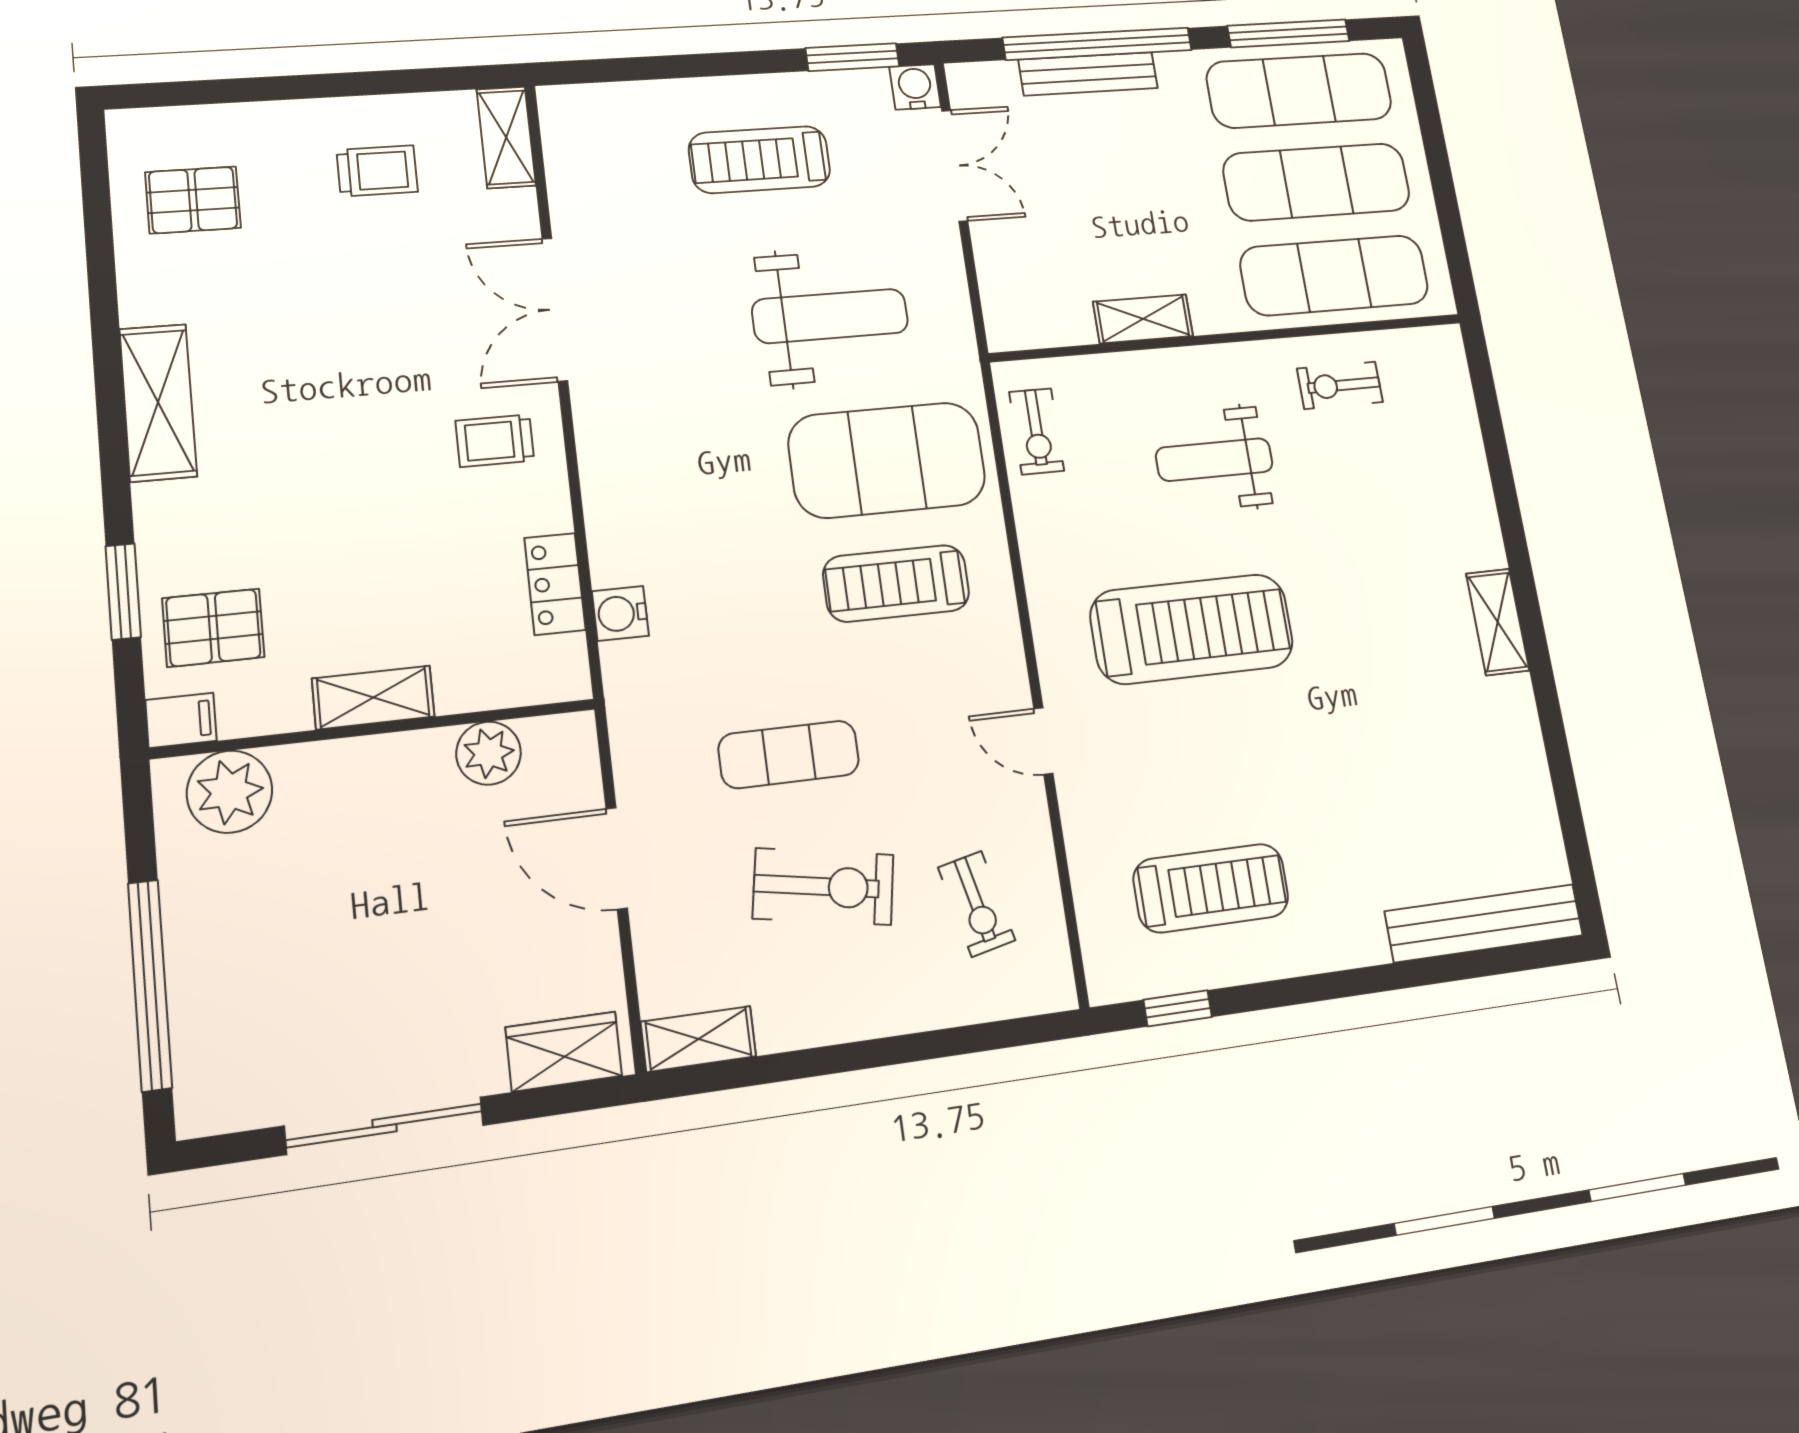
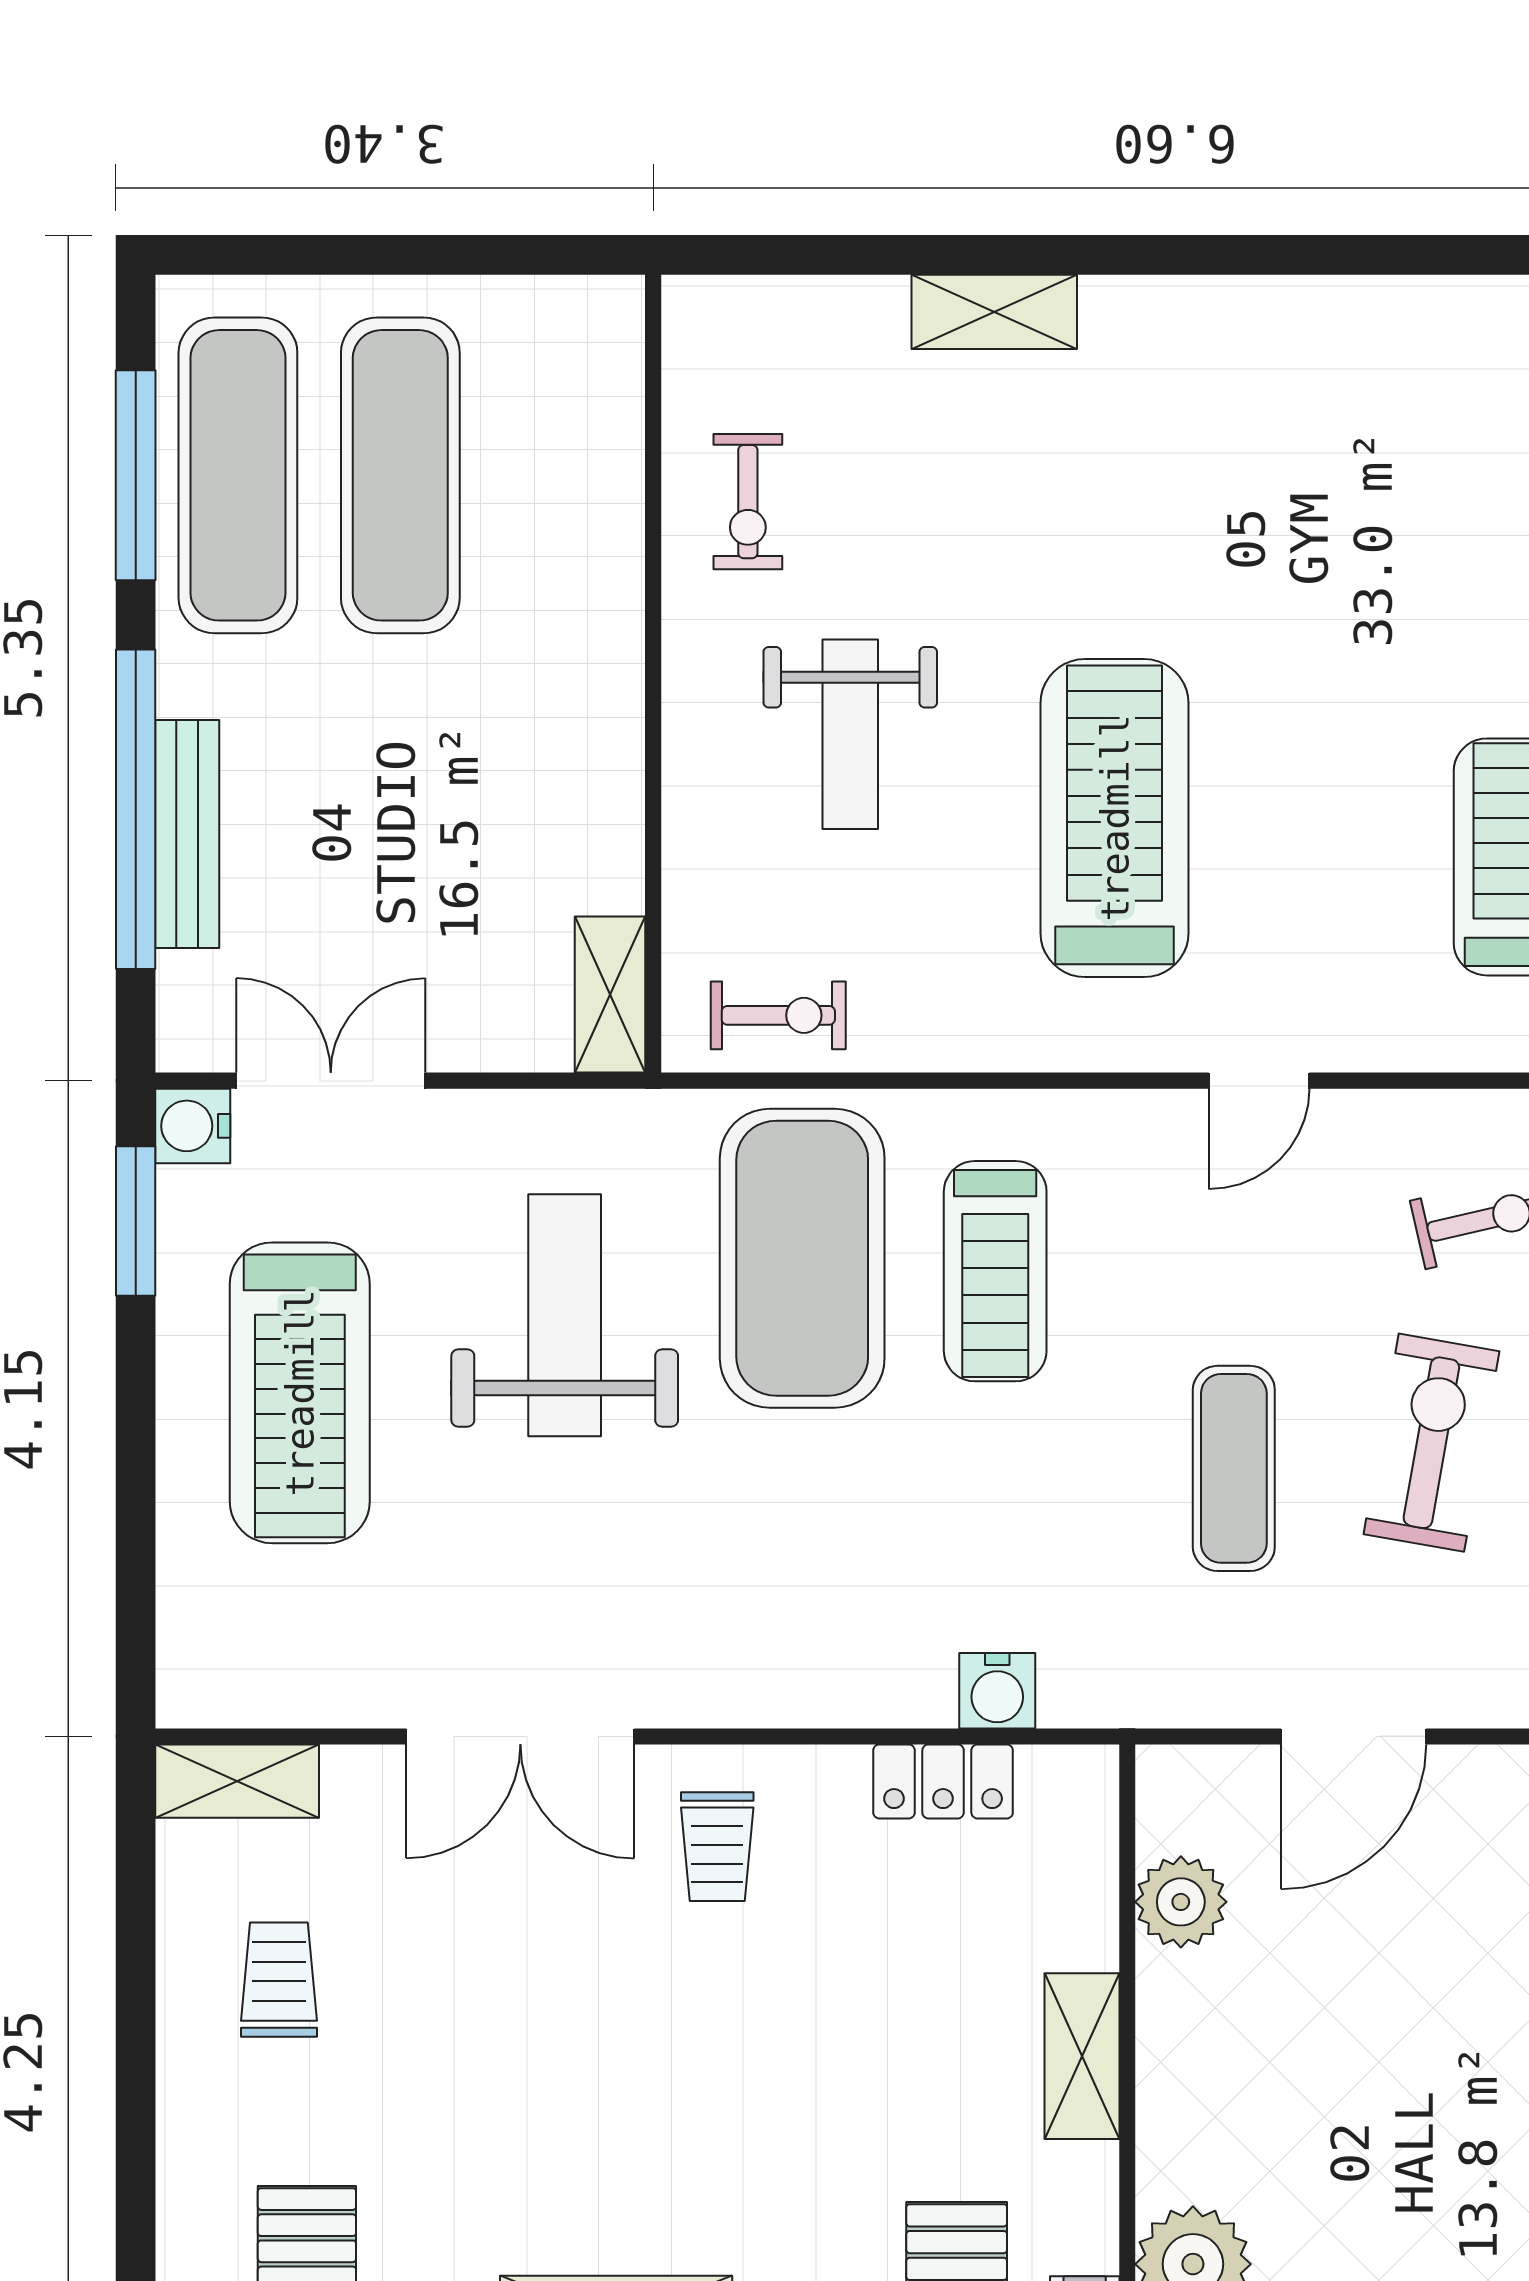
treadmill: (760, 160) -> (300, 1393), width x1.37, depth x1.38
exercise mat: (1334, 275) -> (563, 475), removed
shelving: (1143, 319) -> (610, 995), moved
shelving: (1498, 622) -> (994, 312), moved

